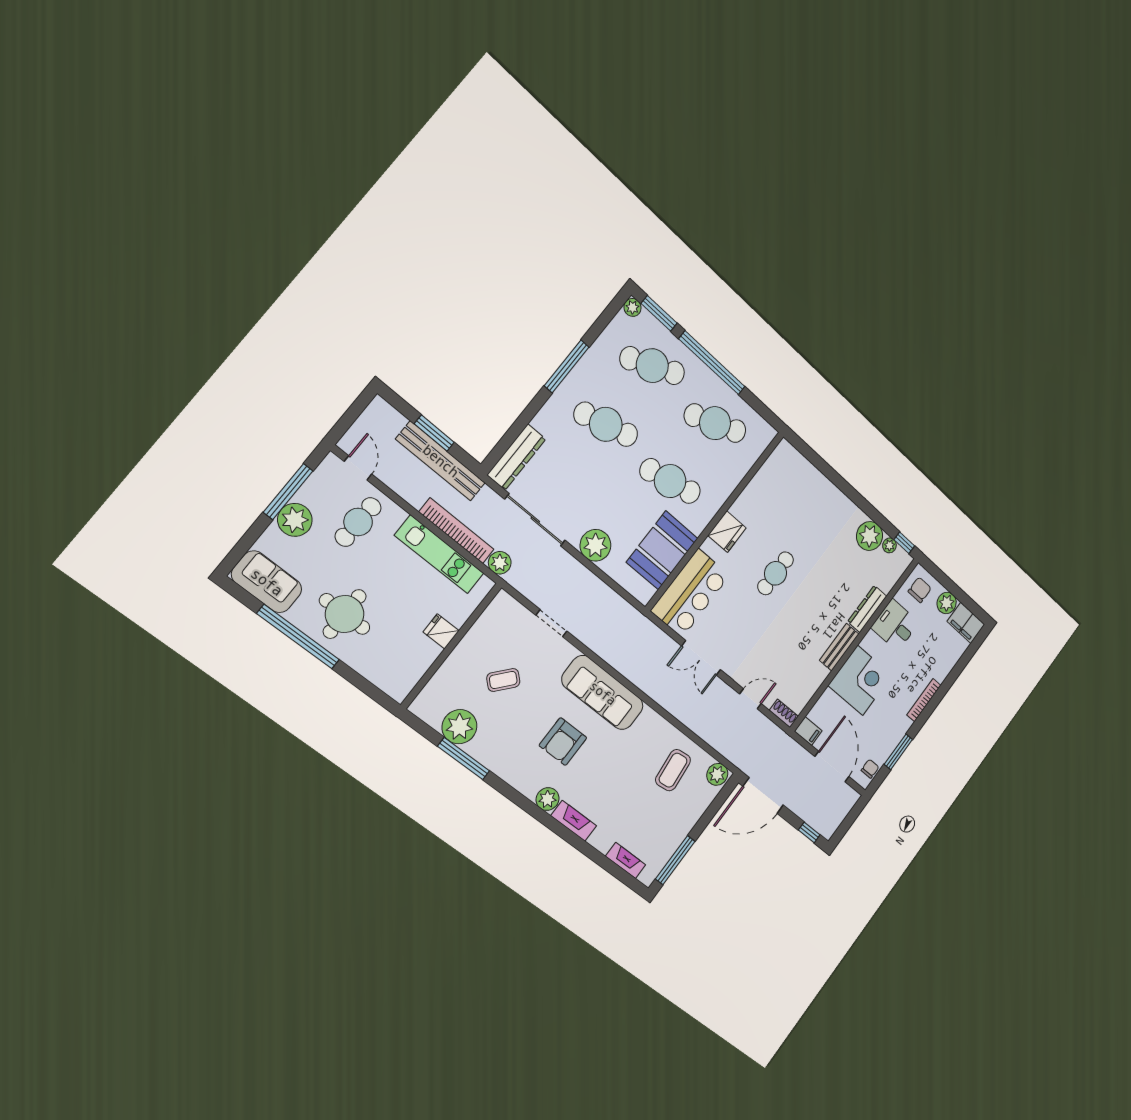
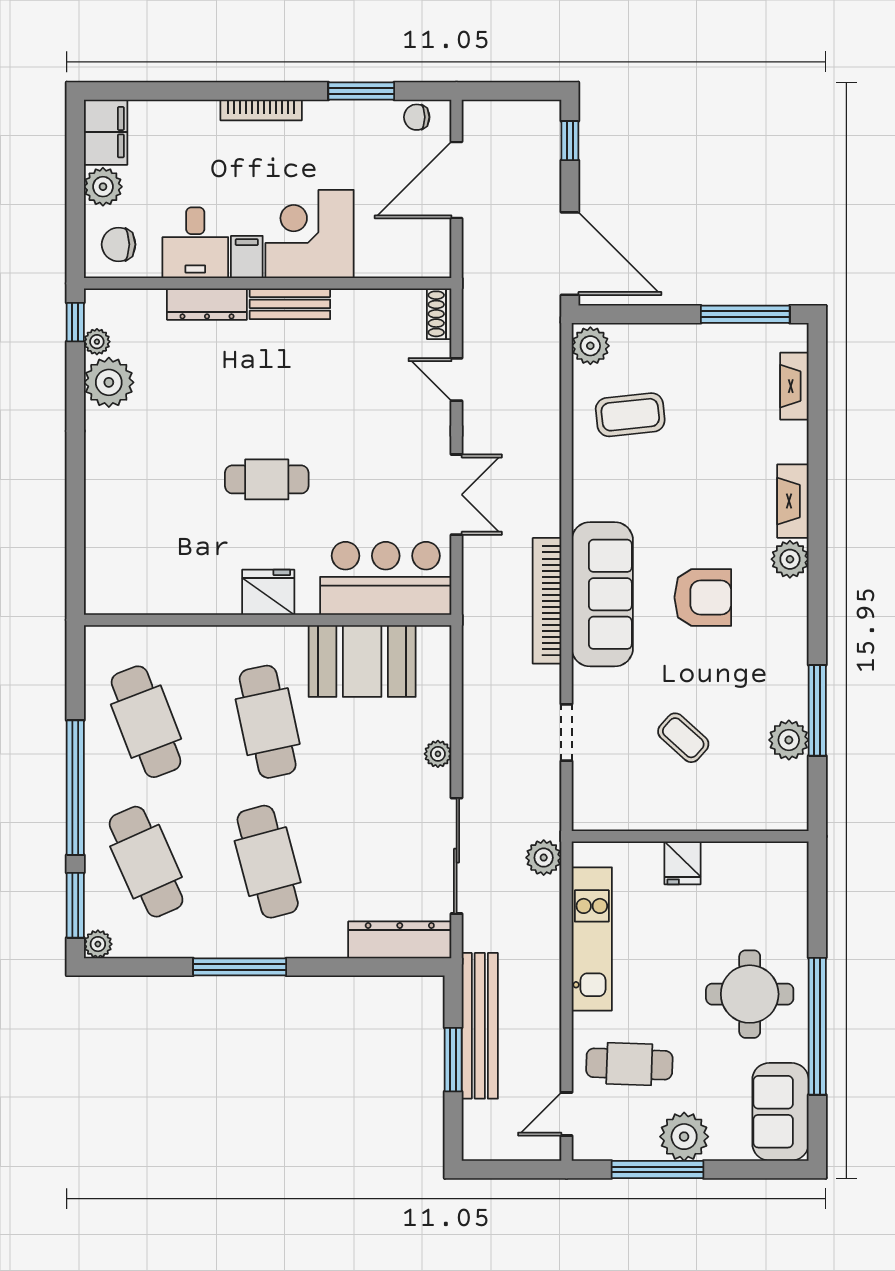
bookcase: (457, 531) -> (547, 601), moved
plant: (595, 545) -> (438, 754), width x0.53, depth x0.53
plant: (459, 727) -> (789, 740), width x0.73, depth x0.73
filing cabinet: (808, 731) -> (247, 257), moved

